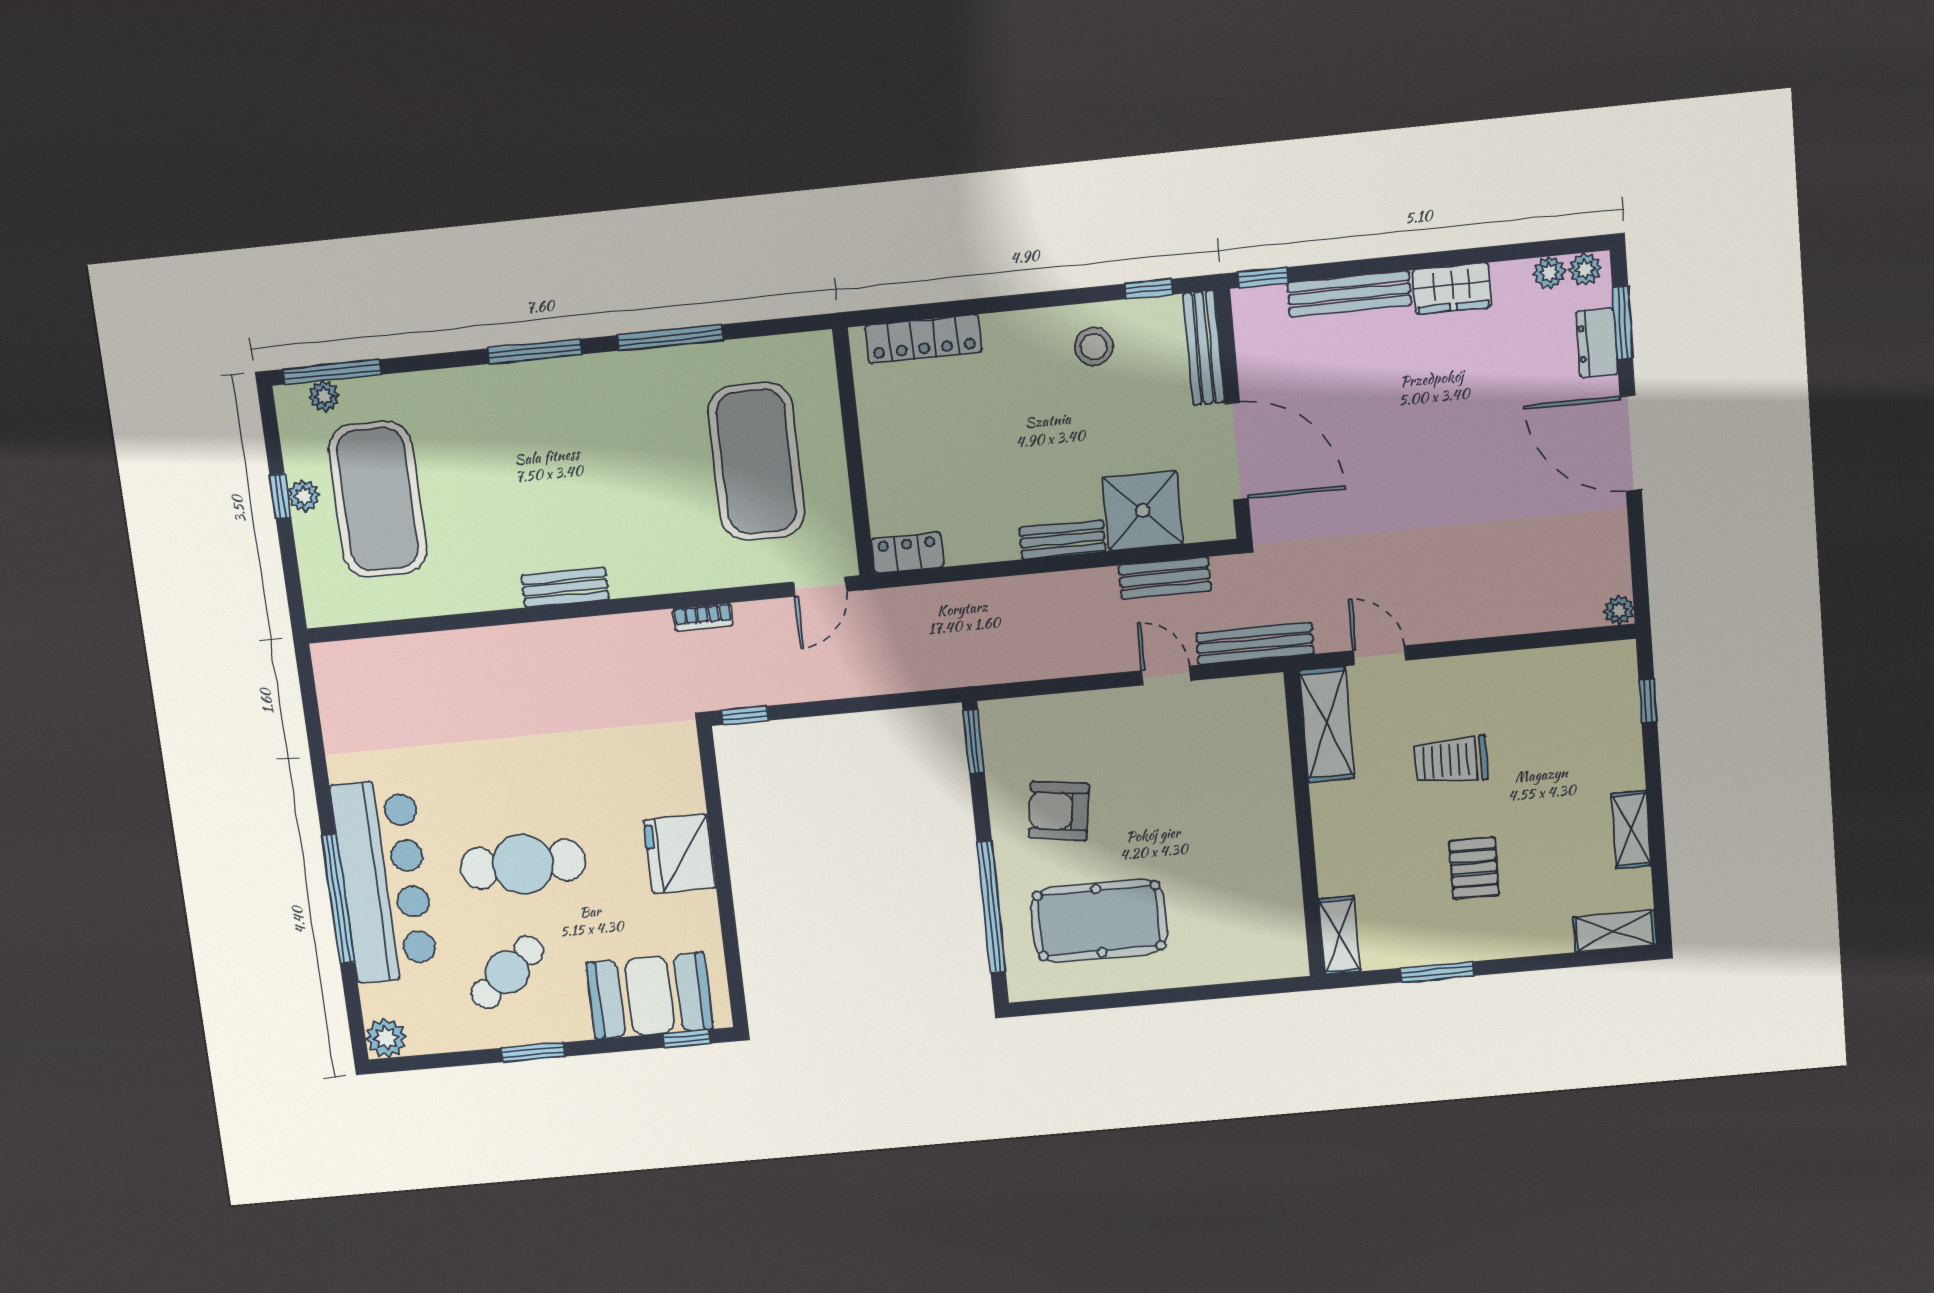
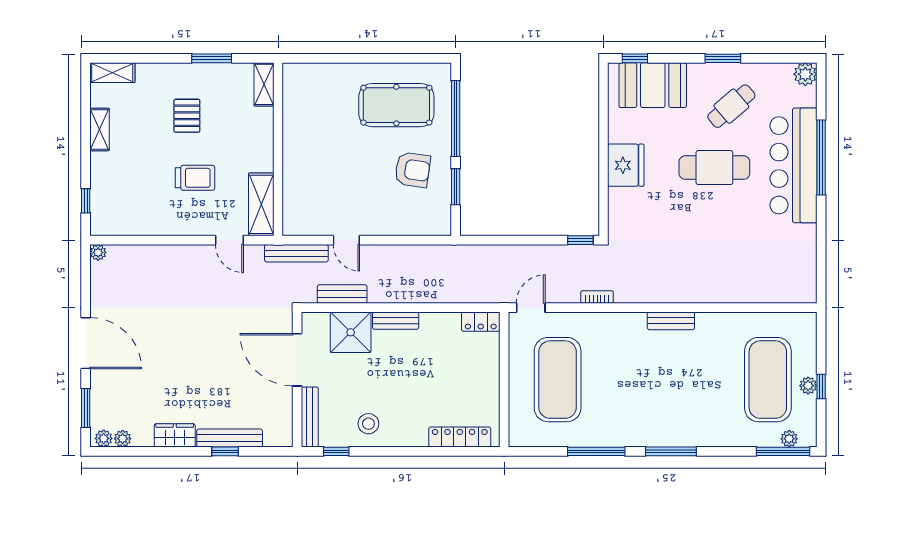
window: (1263, 277) -> (225, 451), moved
dresser: (1597, 343) -> (100, 399), removed
window: (974, 741) -> (456, 187), moved

